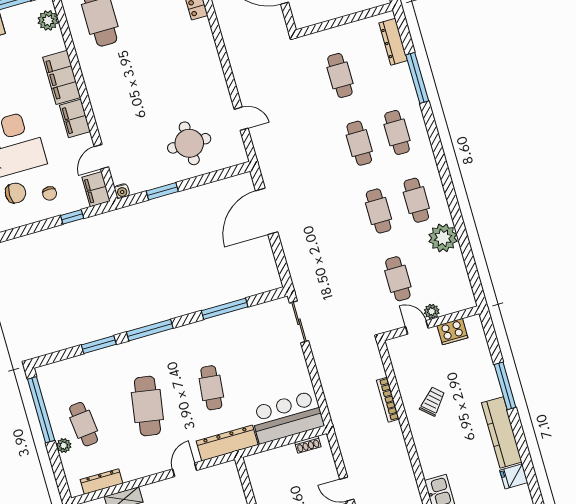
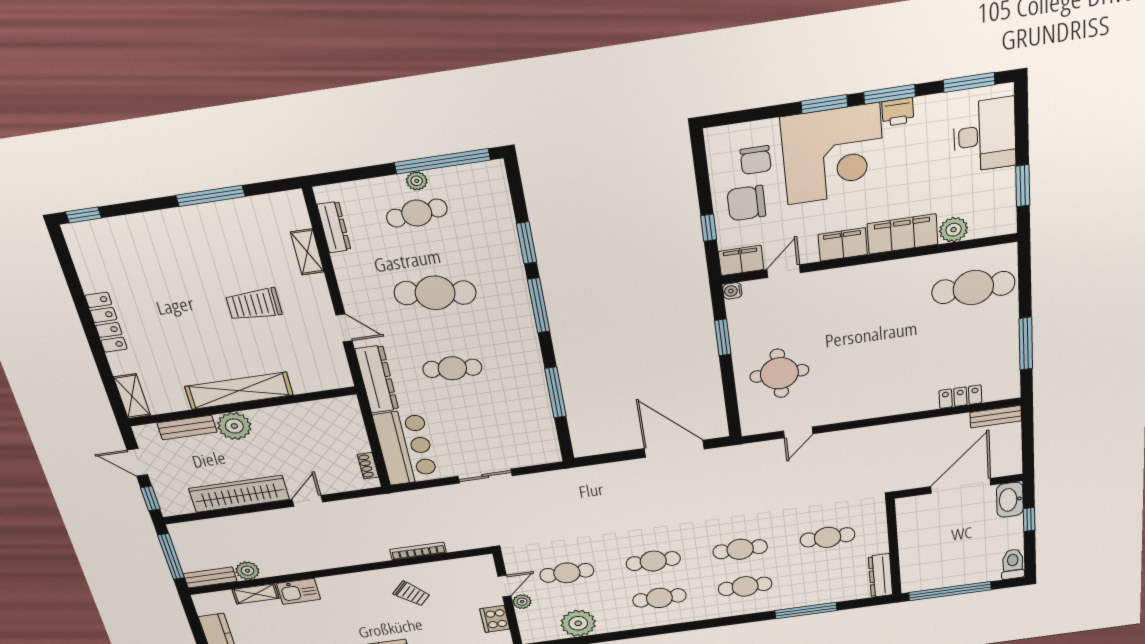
plant: (48, 20) -> (954, 230), moved
dresser: (393, 42) -> (880, 576), moved, turned -90
door: (101, 157) -> (784, 271), hinge flipped
chair: (50, 193) -> (746, 203), width x1.87, depth x1.87
plant: (443, 238) -> (578, 623), moved
sliding door: (299, 322) -> (485, 476), moved
plant: (64, 446) -> (417, 181), moved

